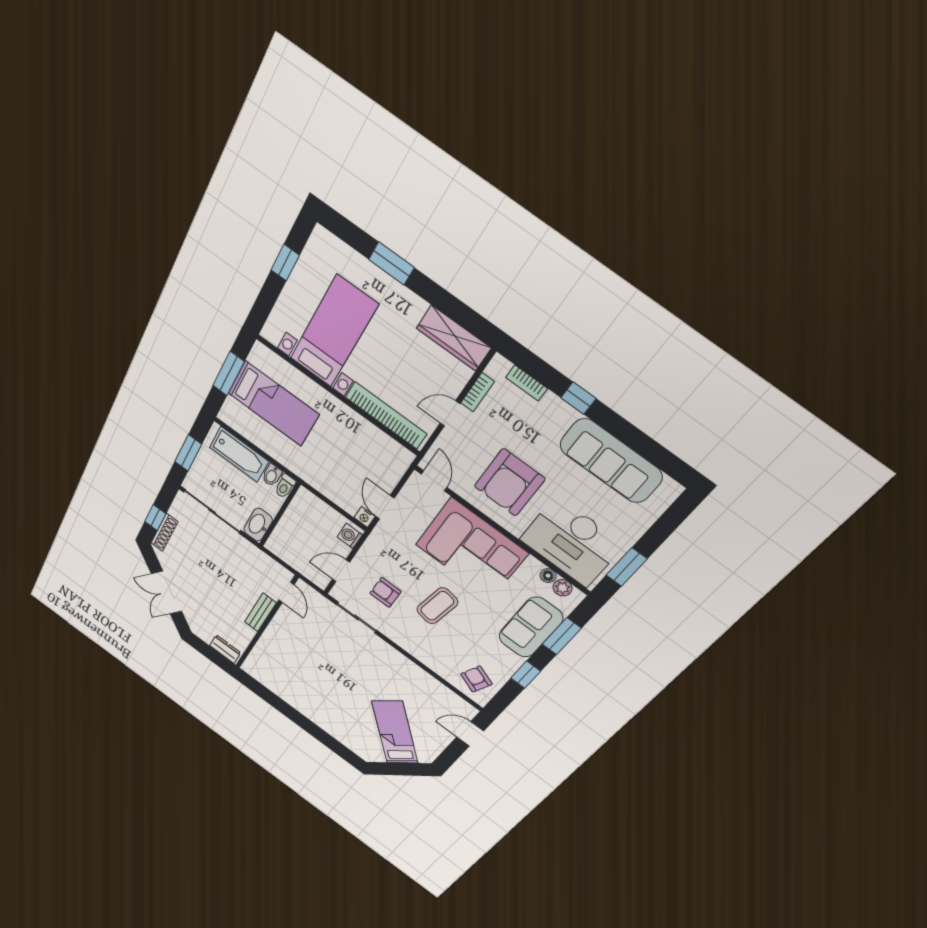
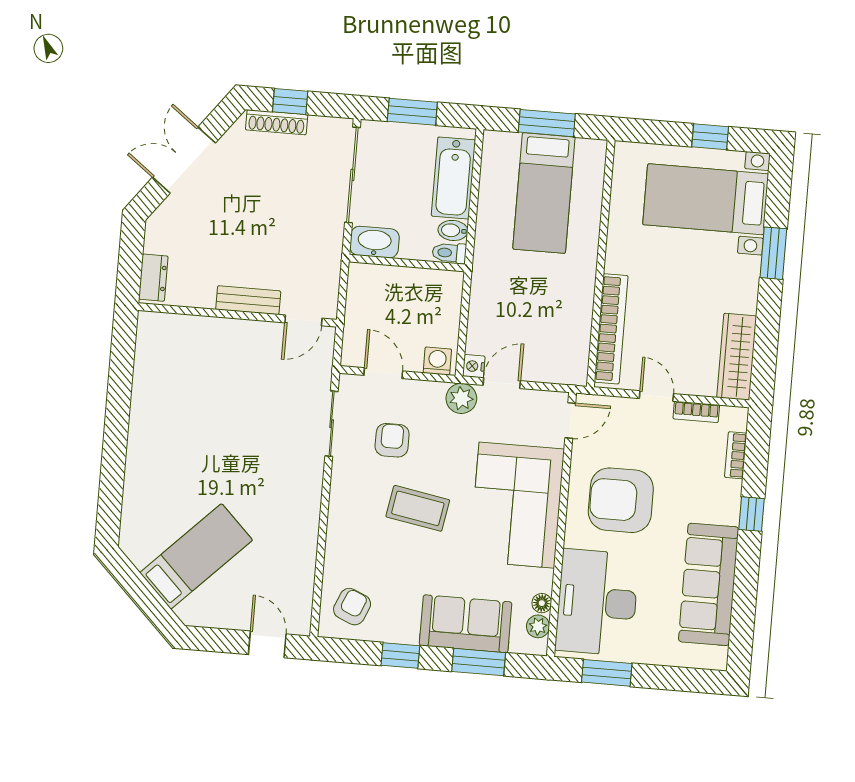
bed with nightstands: (334, 332) -> (706, 199), moved, turned 180
plant: (381, 537) -> (461, 398), added

